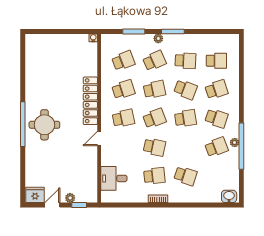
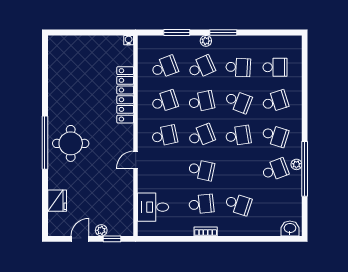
locker: (90, 101) -> (125, 95), moved
fridge: (35, 195) -> (57, 201), moved, turned 90

